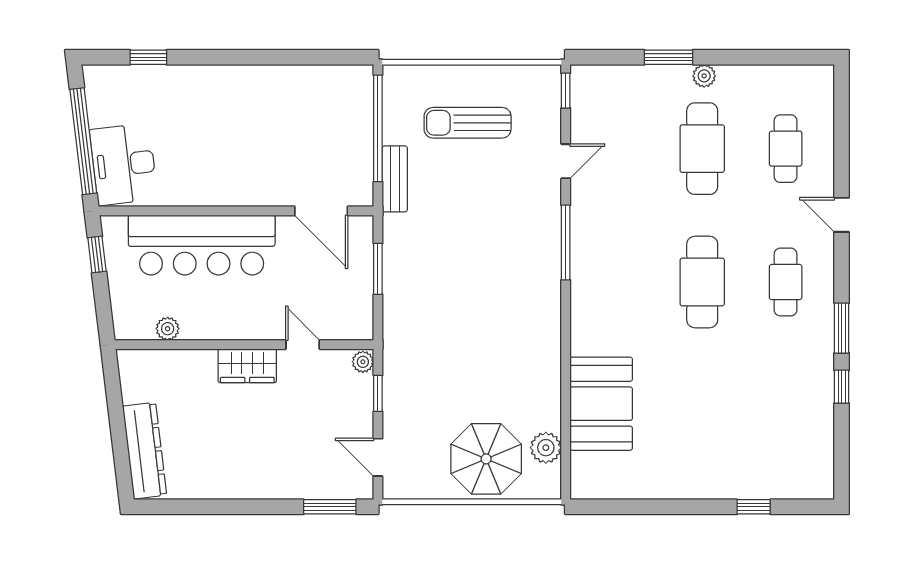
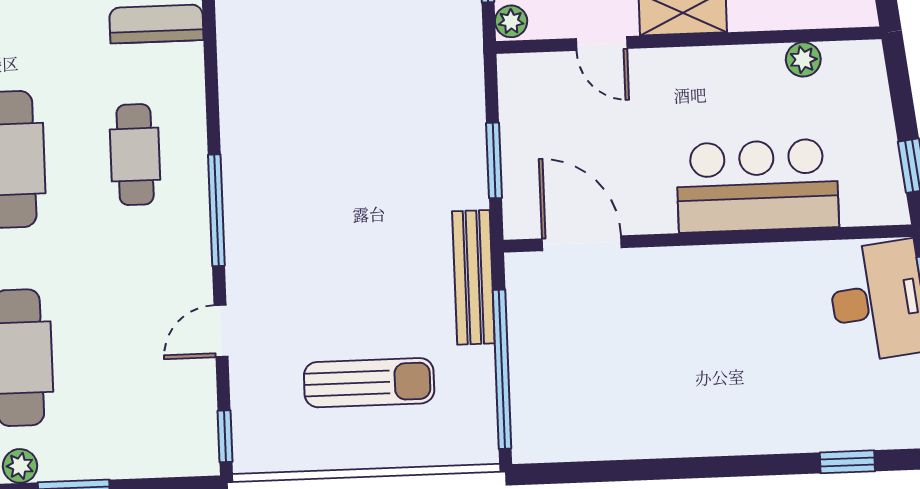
bench: (395, 179) -> (473, 277), width x1.36
bar counter: (202, 245) -> (757, 186), width x0.73
cafe table: (619, 282) -> (135, 155), added

